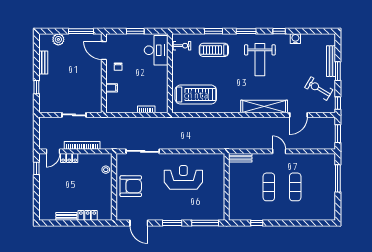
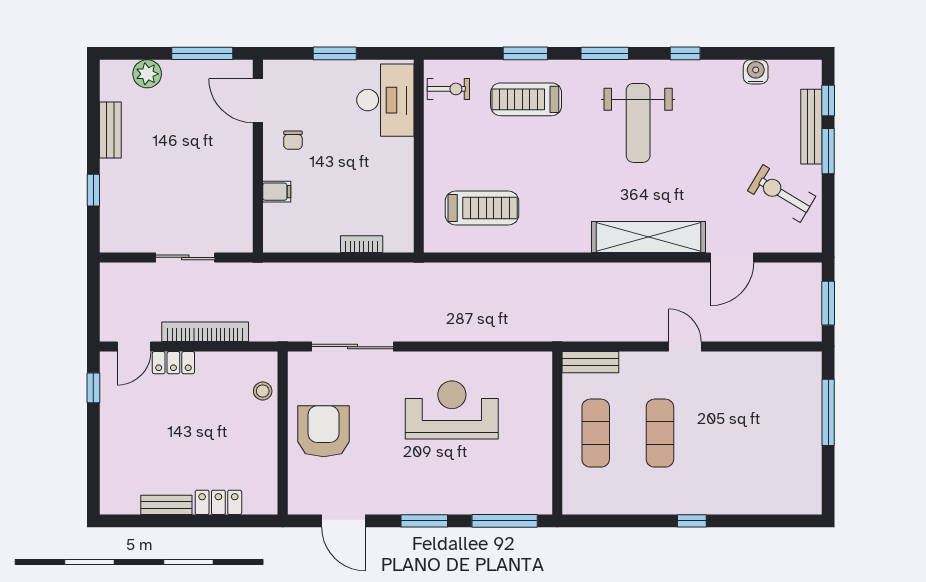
water cooler: (295, 39) -> (756, 72), moved
treadmill: (196, 95) -> (482, 208), width x0.73, depth x0.73
window: (338, 103) -> (828, 100), moved
armchair: (131, 186) -> (324, 431), turned -90
exercise mat: (295, 187) -> (596, 433), moved
window: (257, 223) -> (692, 521), moved

